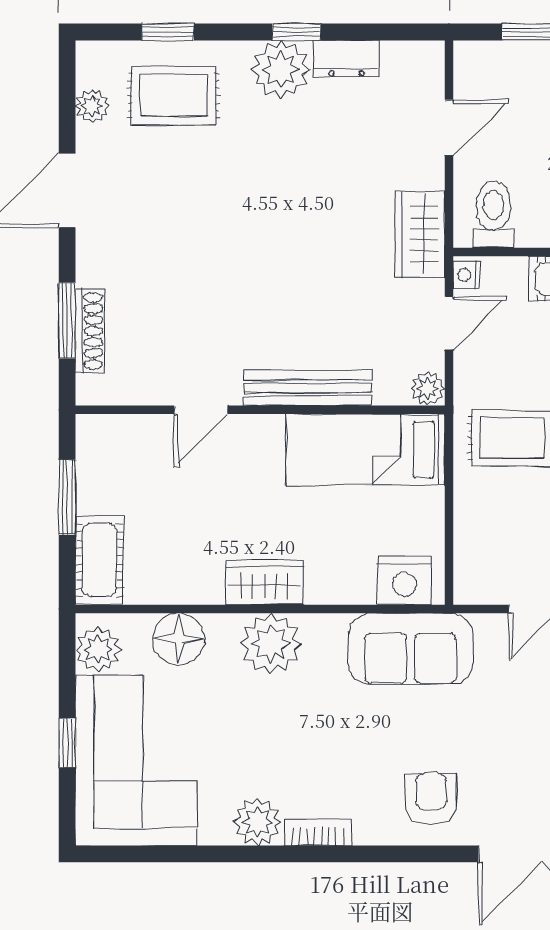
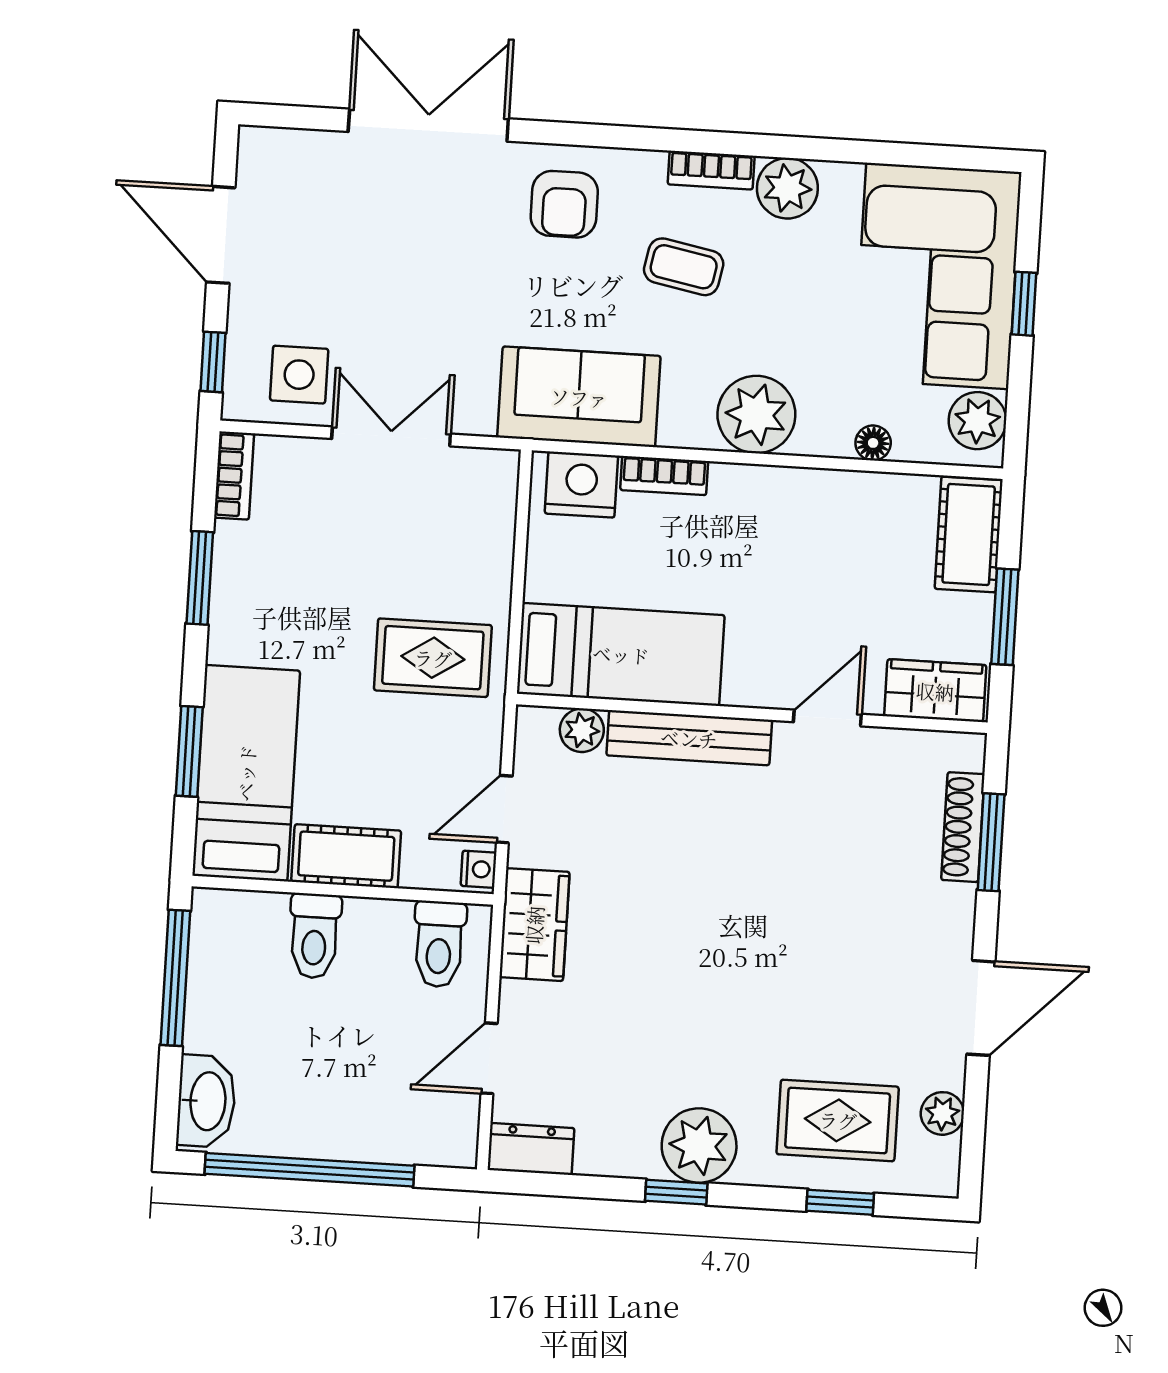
dresser: (346, 59) -> (531, 1149), moved
plant: (428, 388) -> (582, 730), moved
wardrobe: (264, 582) -> (935, 691), moved, turned 180
bookcase: (340, 591) -> (664, 476), added
floor lamp: (178, 639) -> (873, 443), width x0.53, depth x0.53
coffee table: (335, 755) -> (684, 267), added

